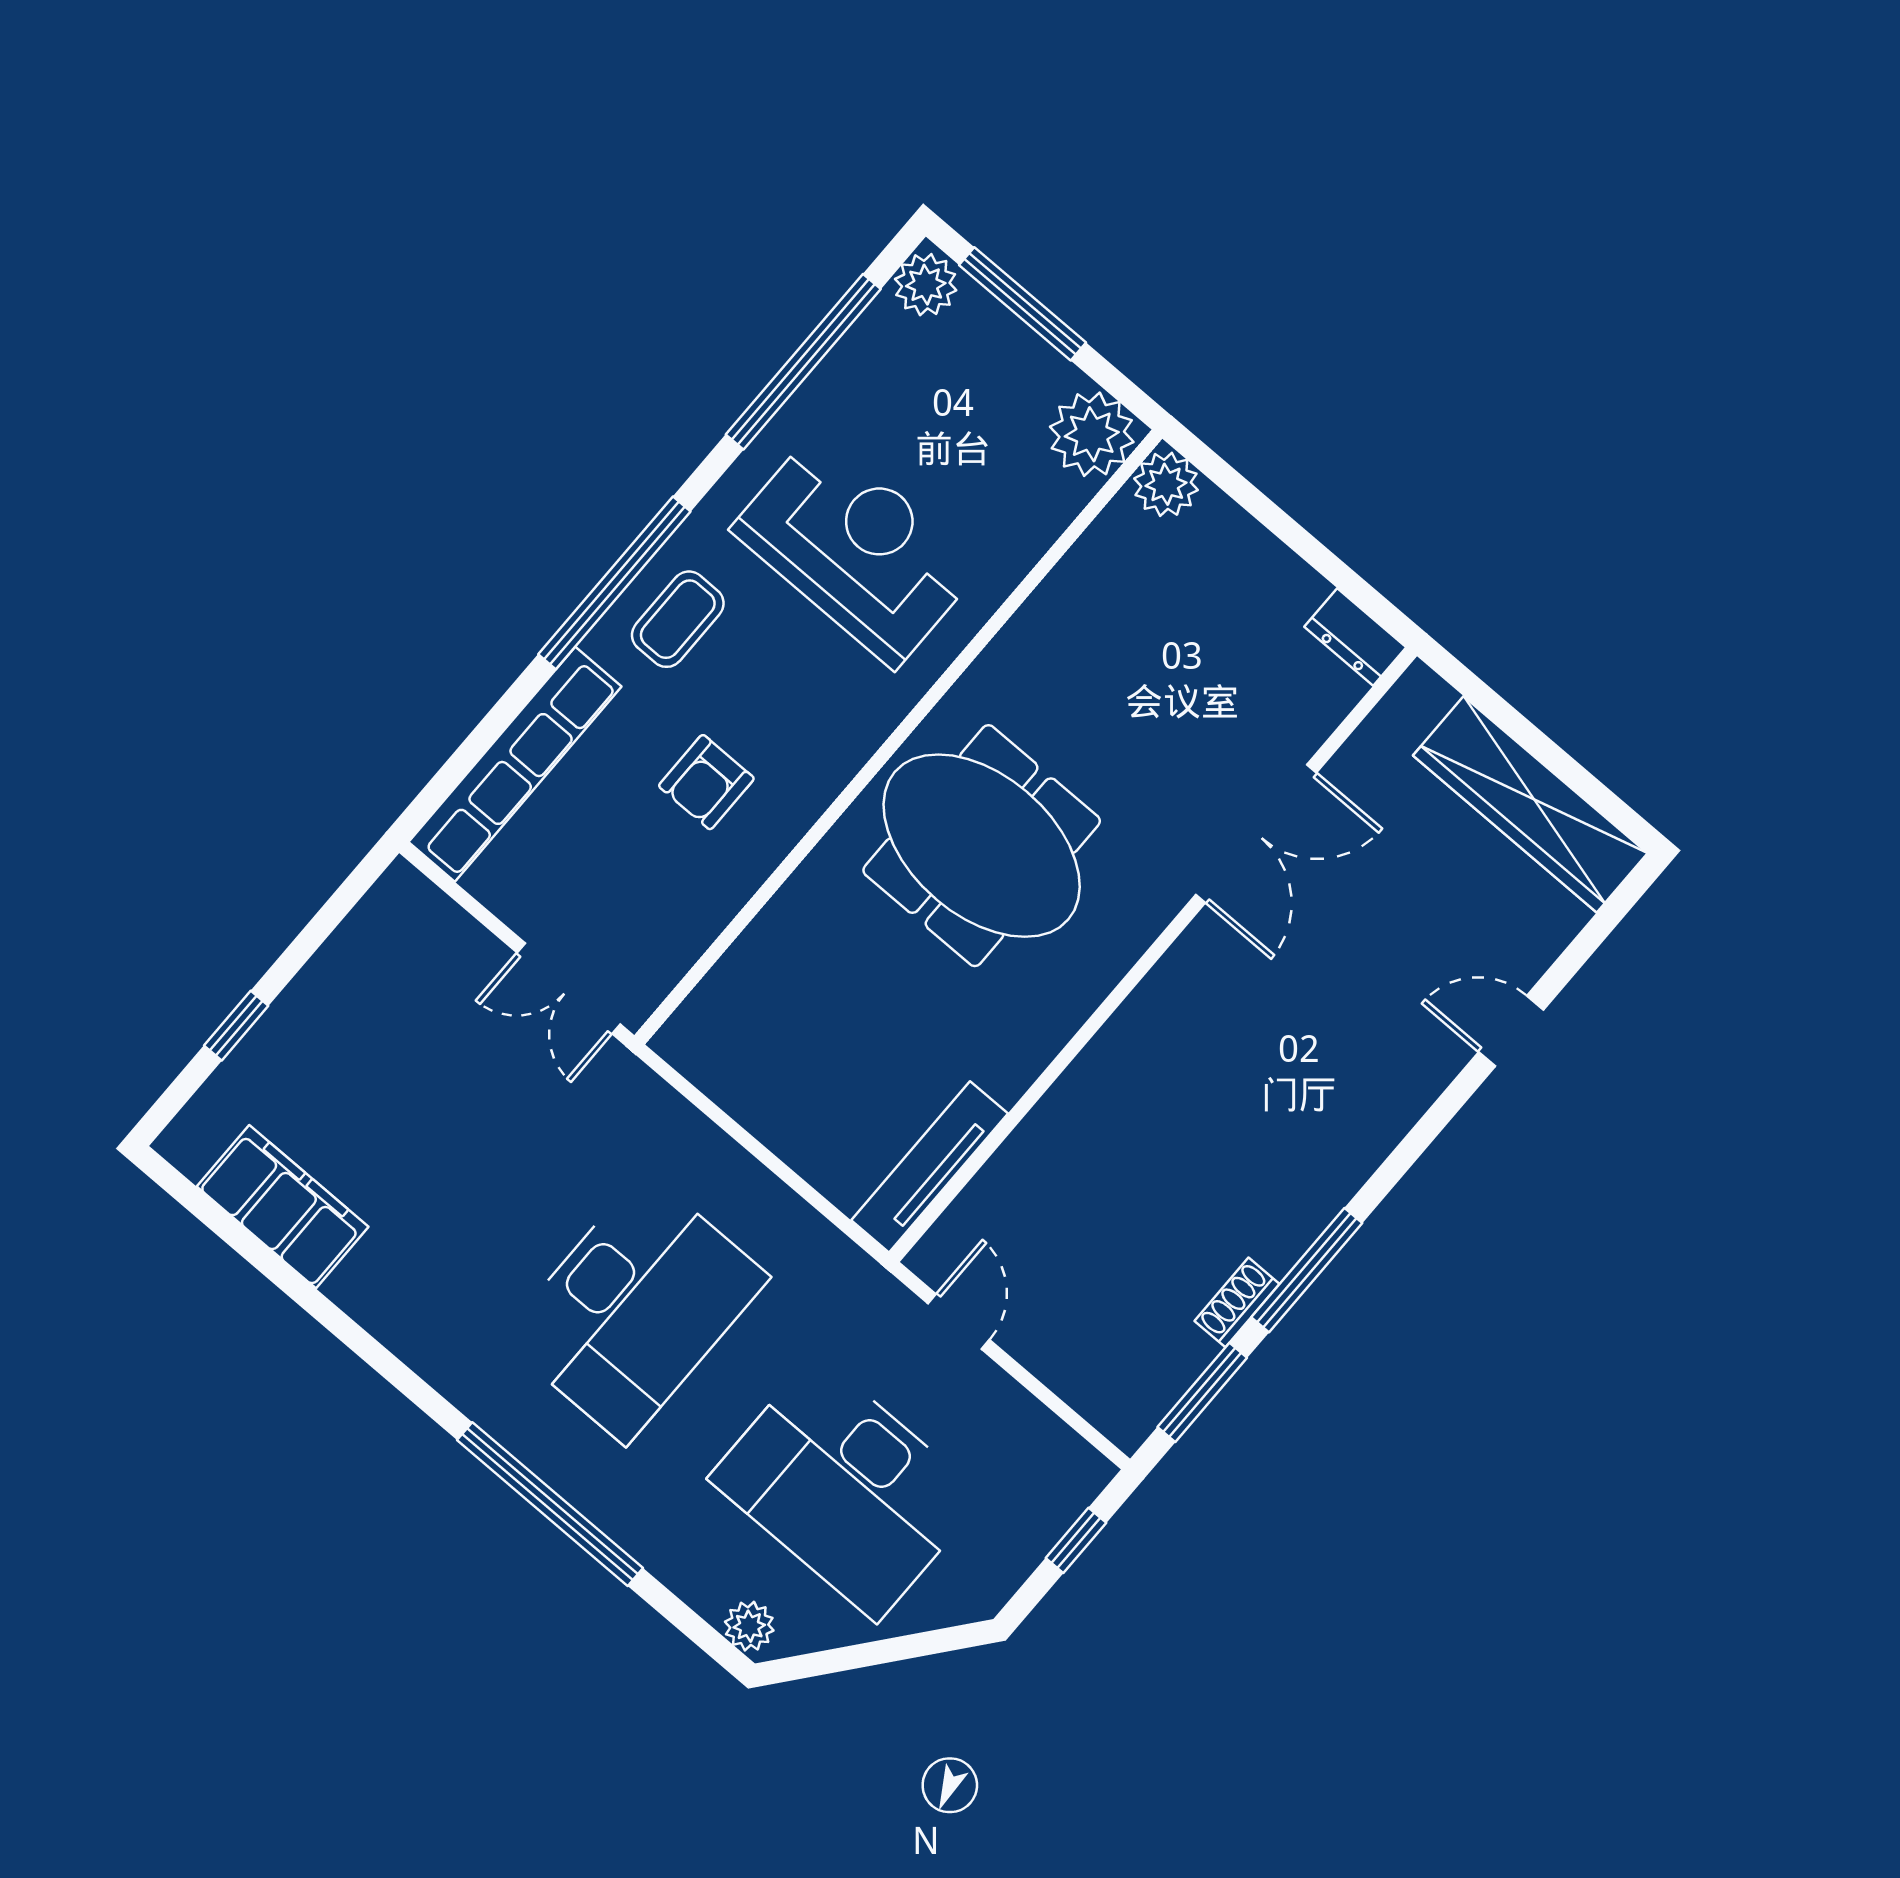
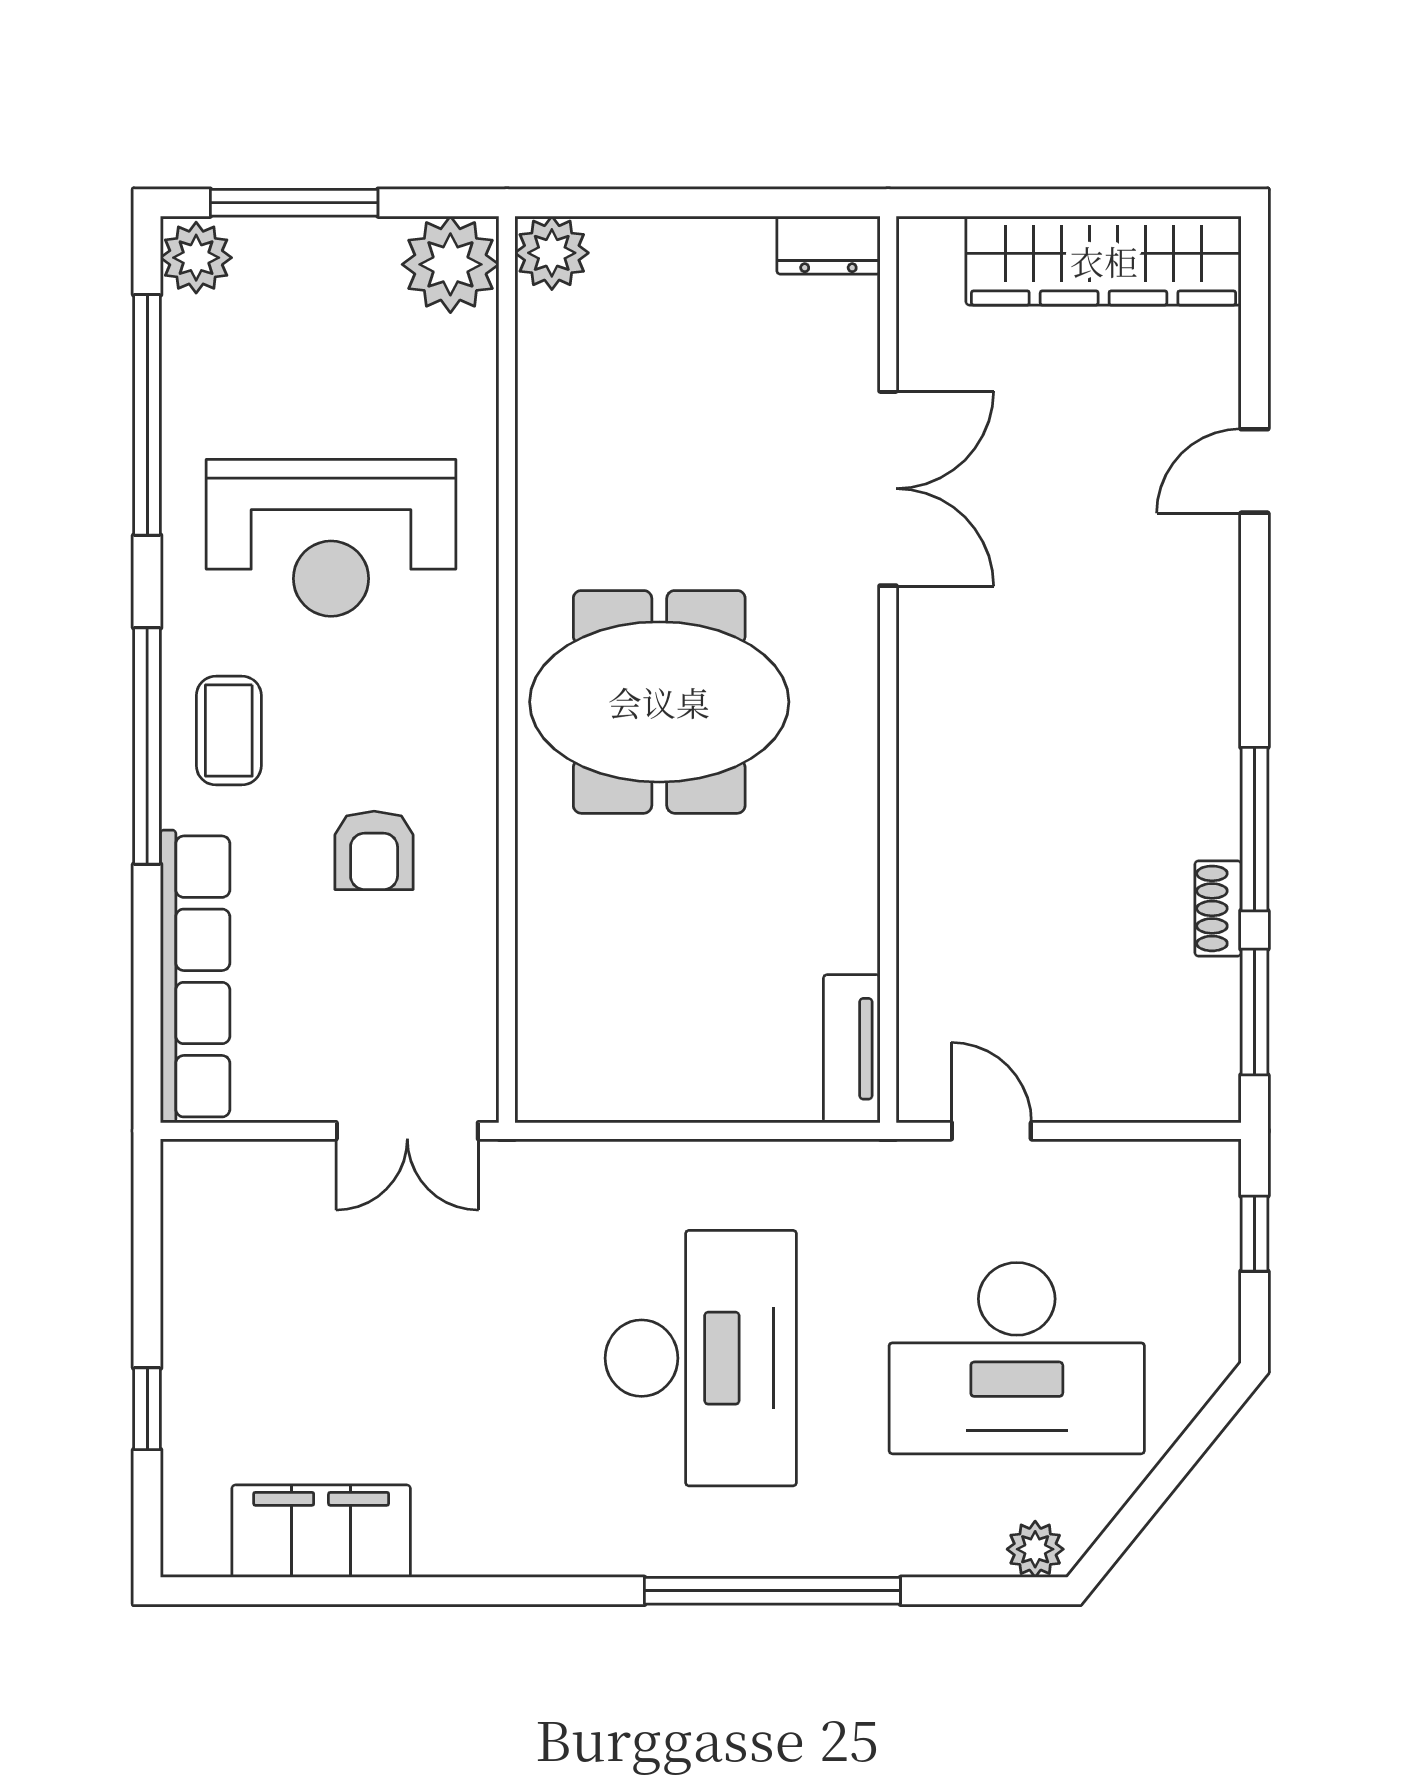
reception desk: (856, 549) -> (331, 538), turned 180
tv unit: (930, 1167) -> (852, 1049), width x0.71

